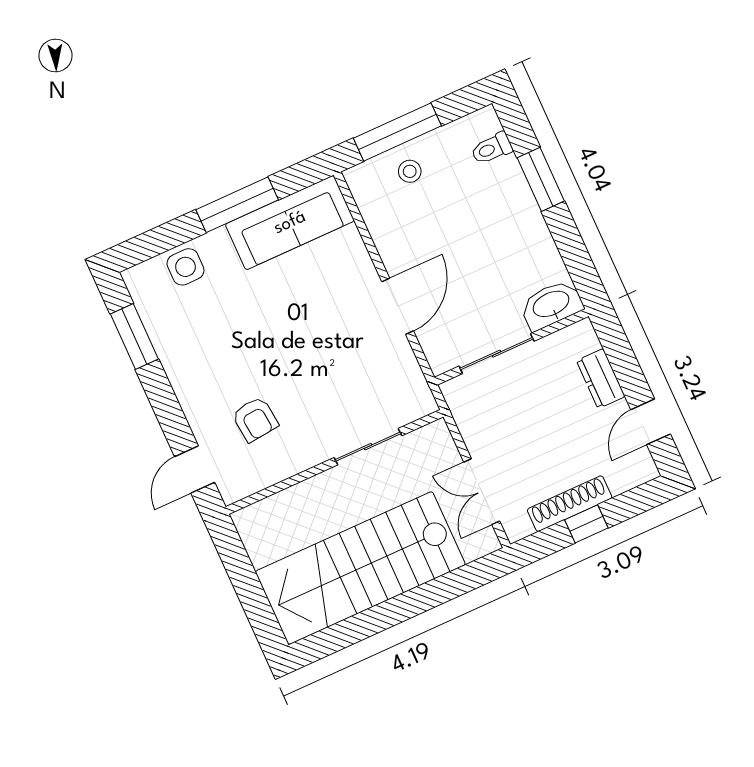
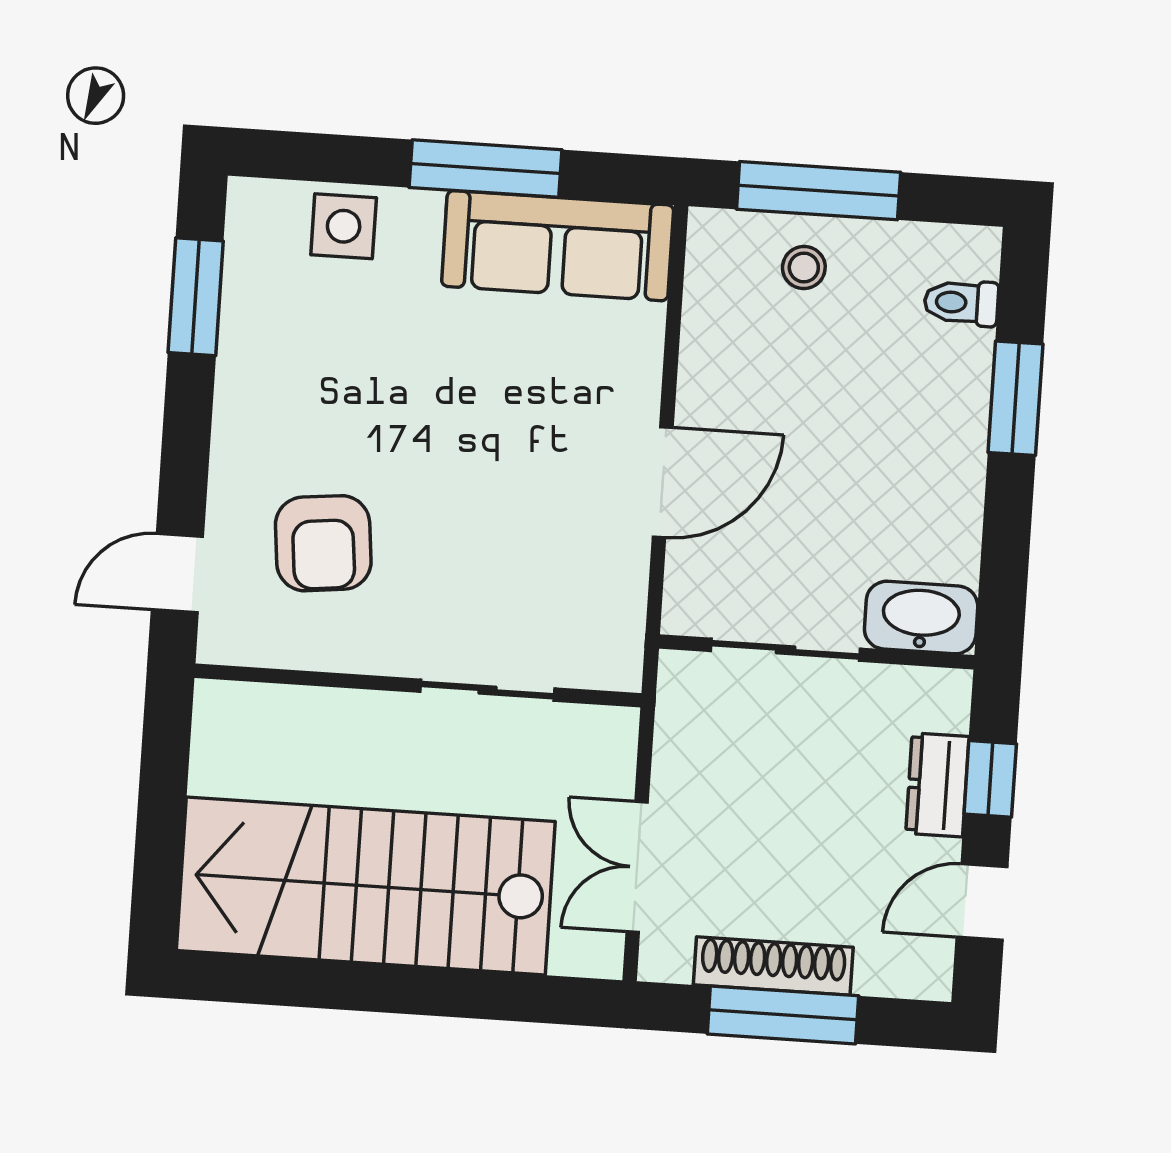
window: (624, 363) -> (990, 779), added
armchair: (255, 419) -> (323, 543), width x1.38, depth x1.38
window: (586, 524) -> (783, 1015), width x2.17

